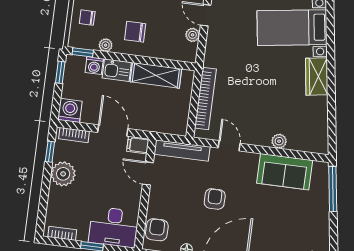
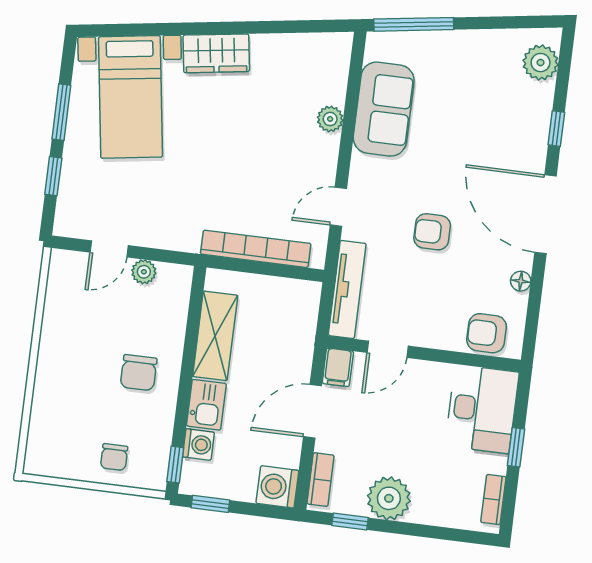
plant: (106, 45) -> (162, 425), removed

